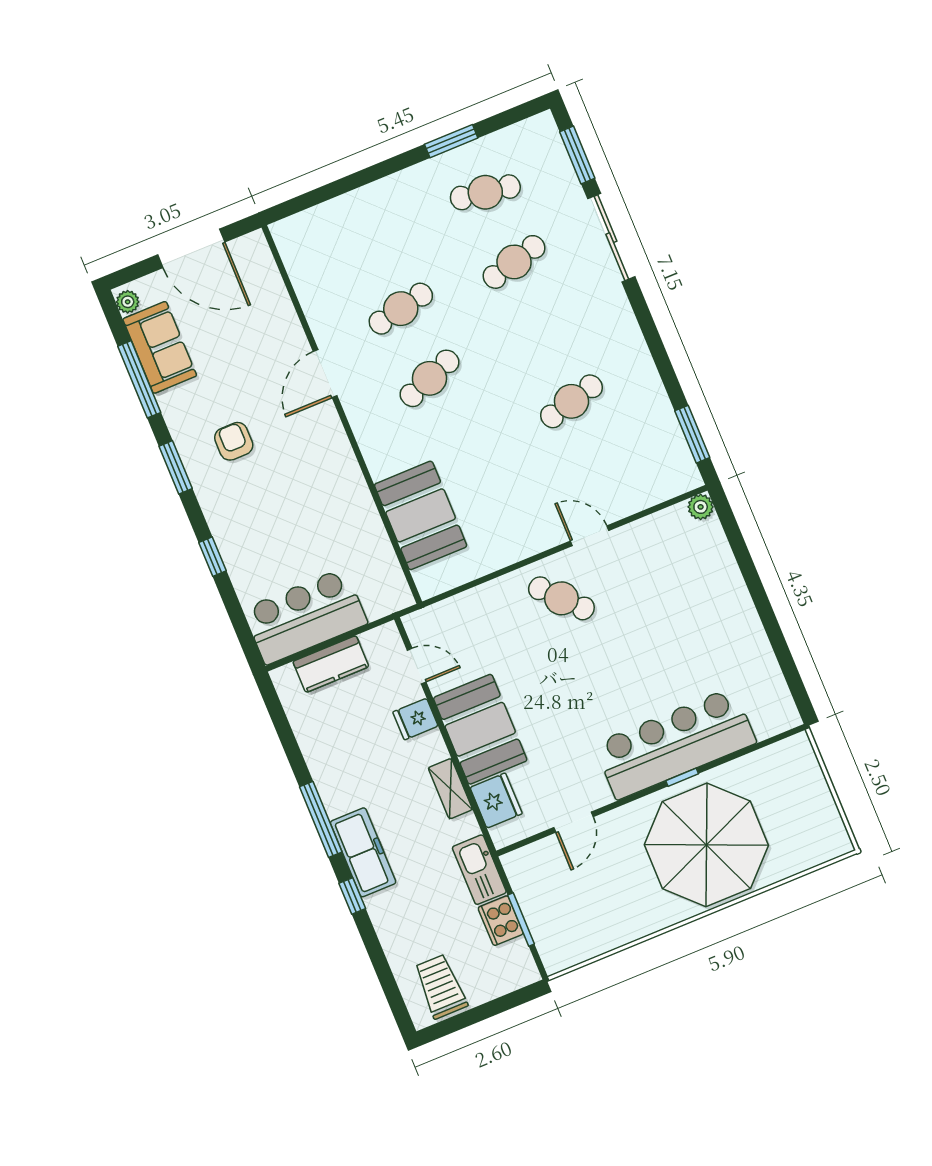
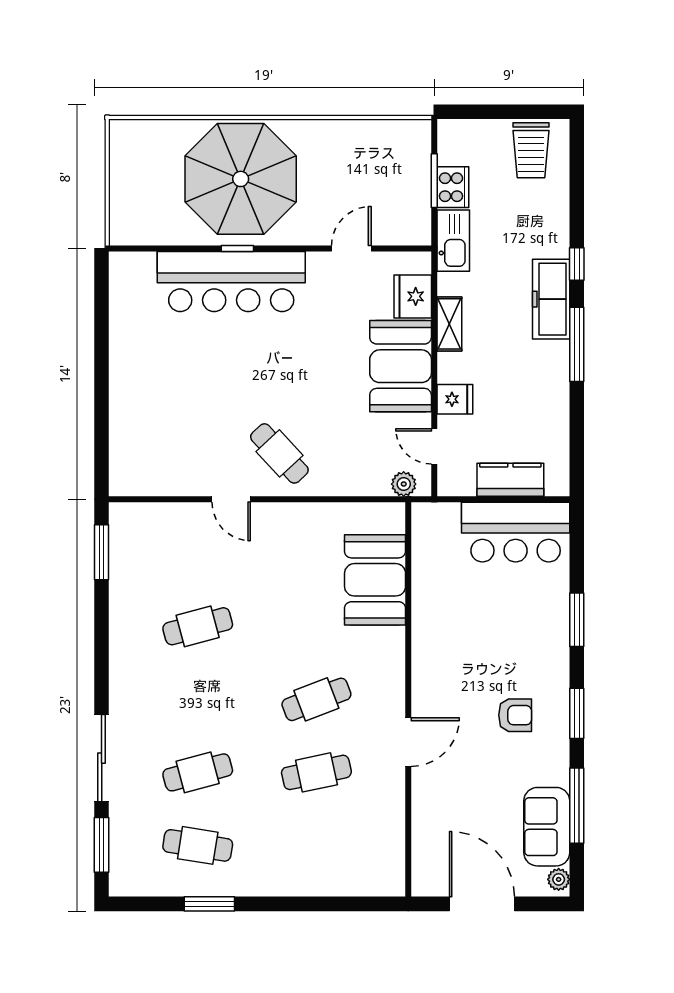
armchair: (234, 441) -> (515, 715), turned -90
plant: (701, 507) -> (404, 484), moved
window: (212, 557) -> (577, 620), width x1.50

